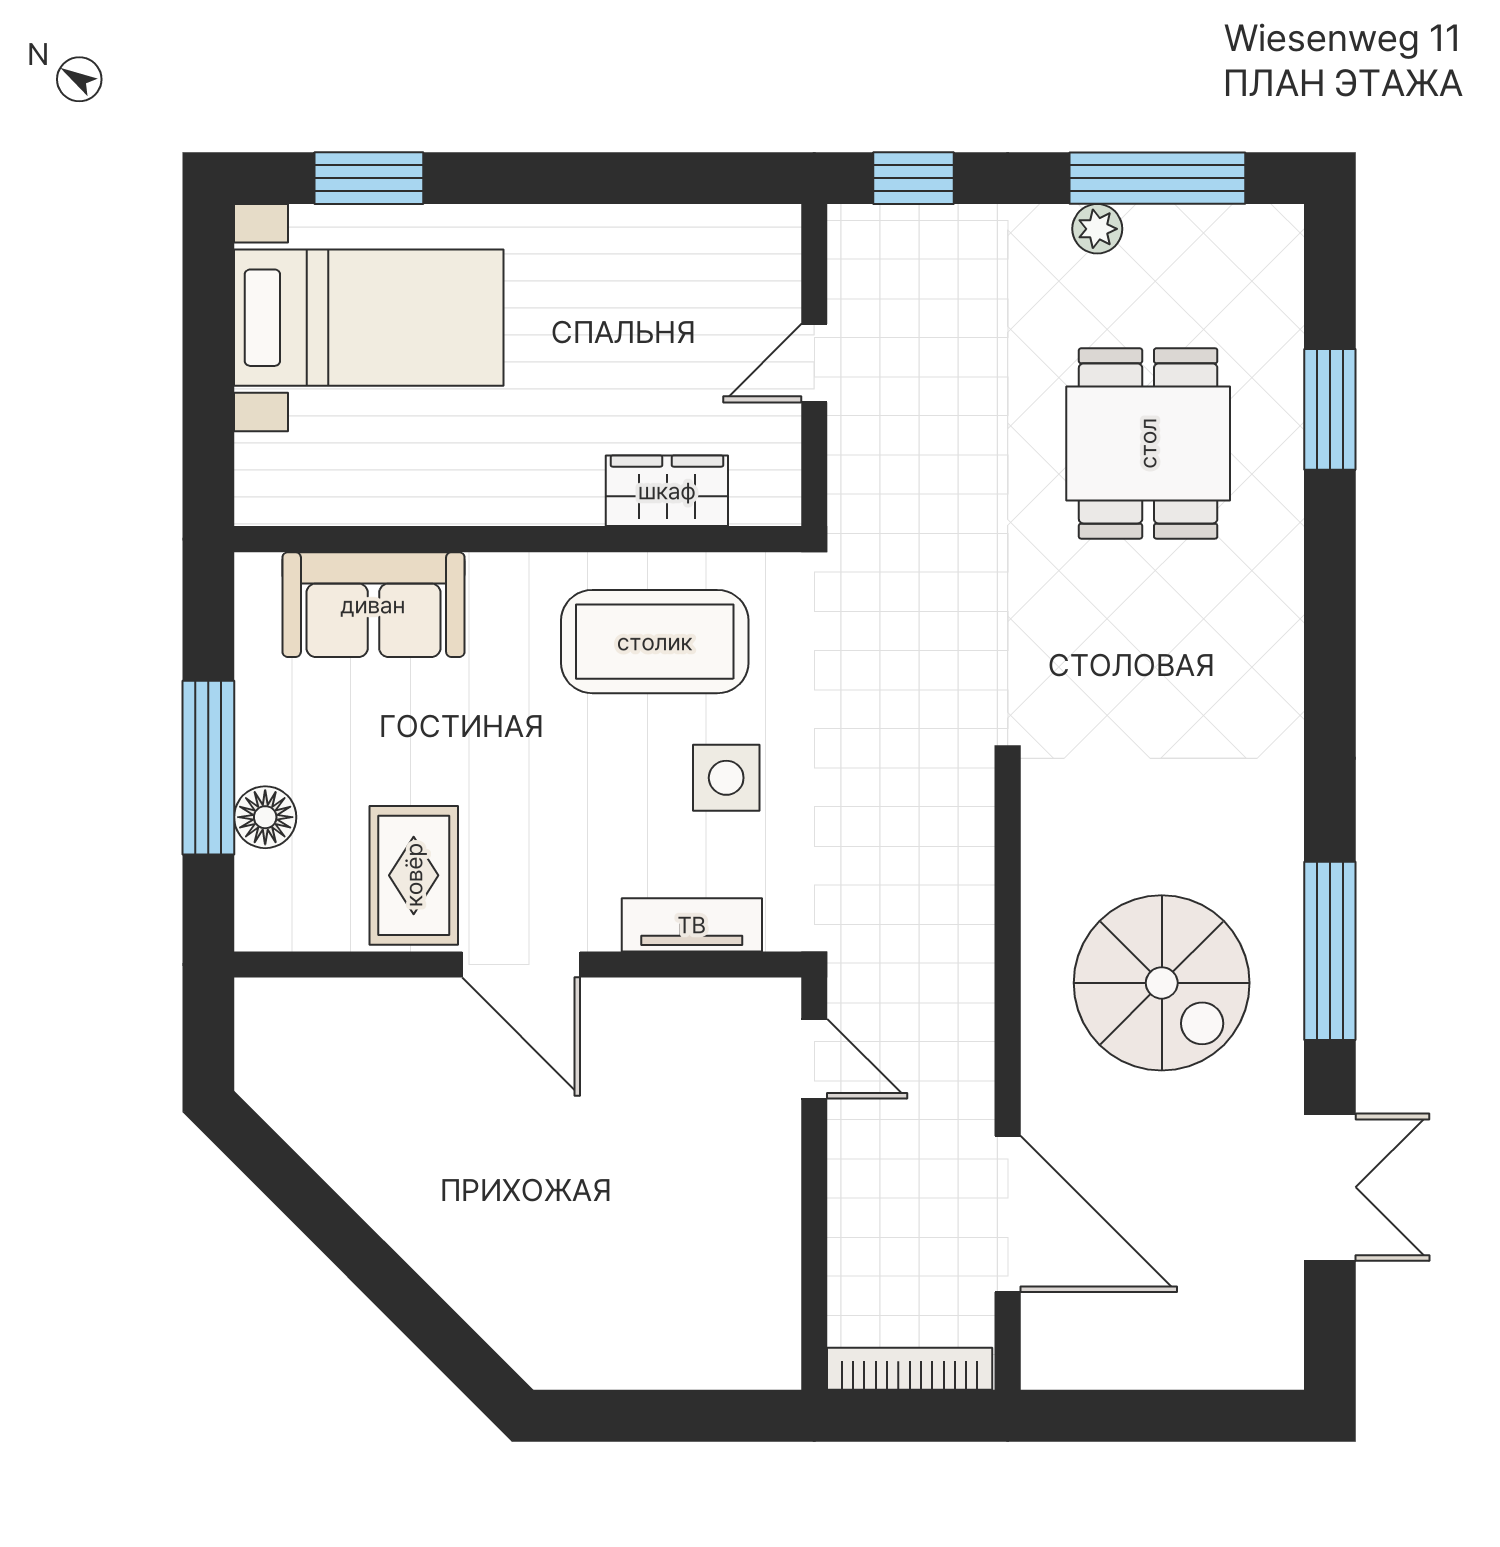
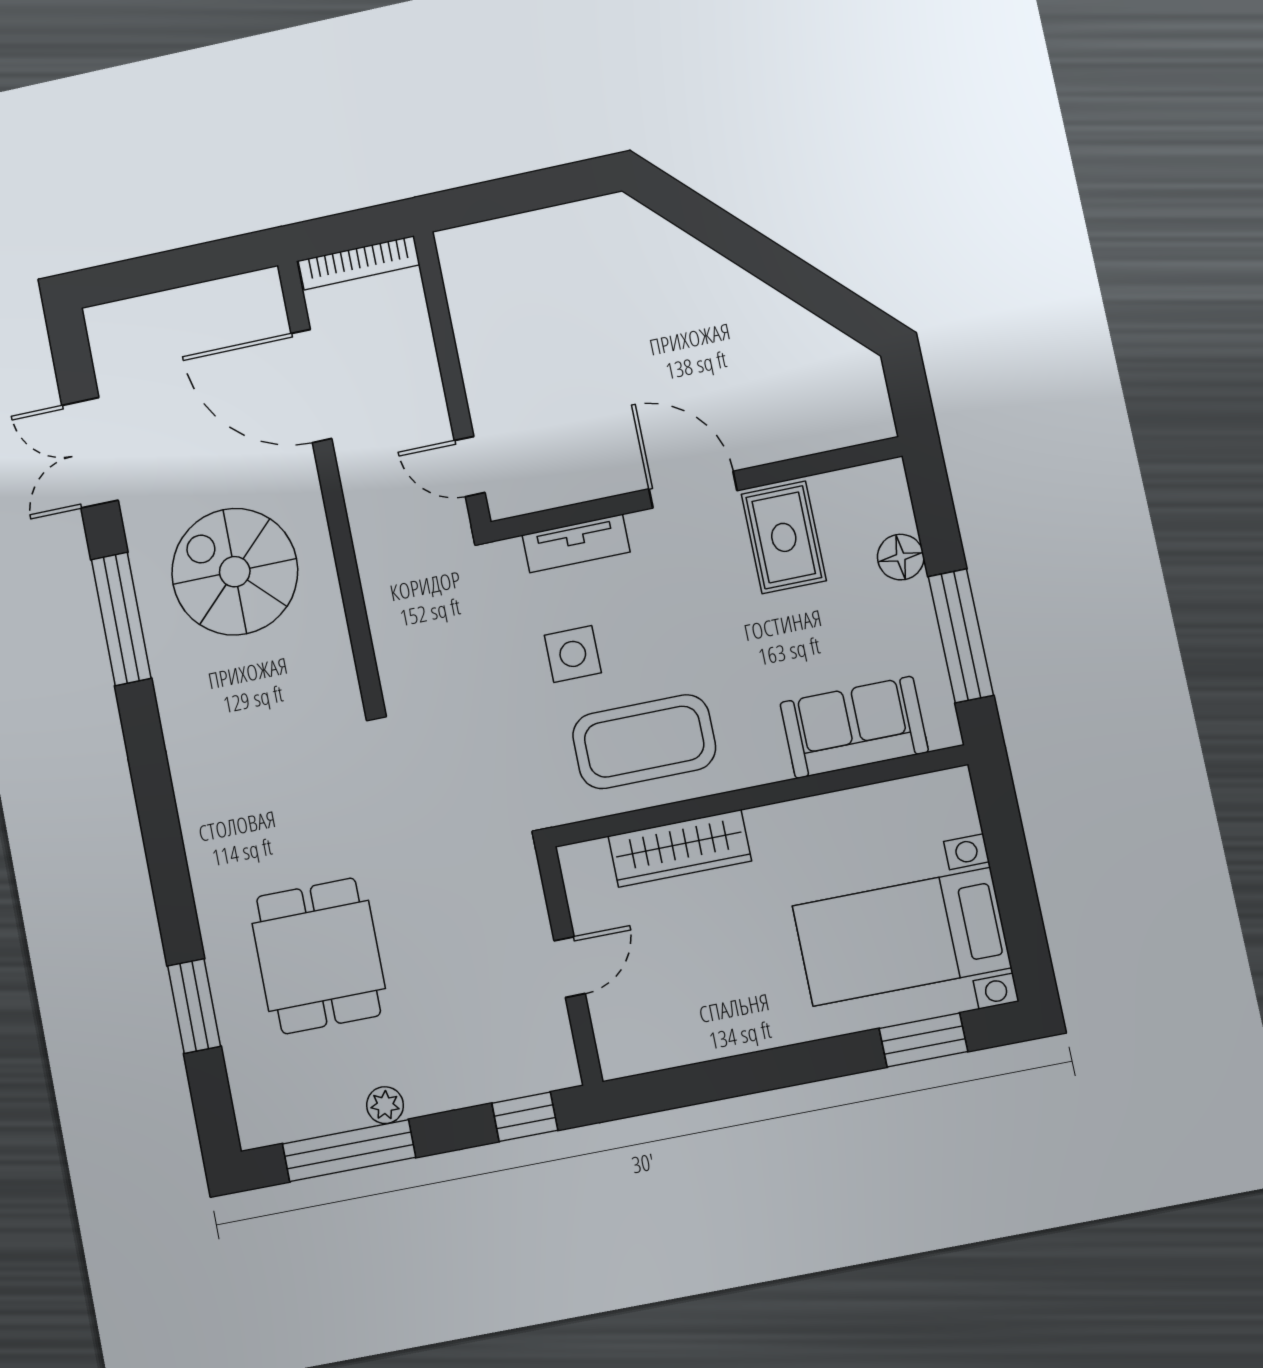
wardrobe: (667, 491) -> (680, 848), width x1.50
window: (208, 768) -> (961, 636), moved

